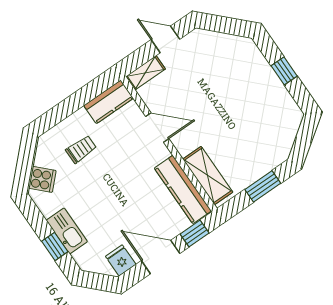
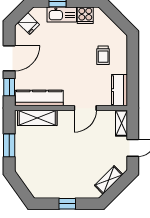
shelving: (223, 42) -> (109, 180), added
cooker: (42, 179) -> (85, 15), moved, turned -45
fridge: (121, 260) -> (29, 24), moved, turned 45

